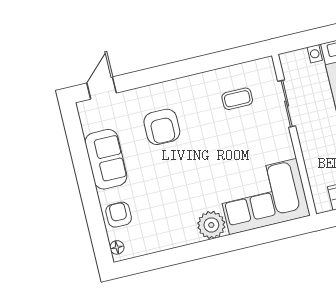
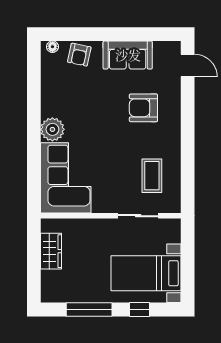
coffee table: (237, 99) -> (152, 176), width x1.36, depth x1.30
armchair: (119, 215) -> (79, 55), turned 102

